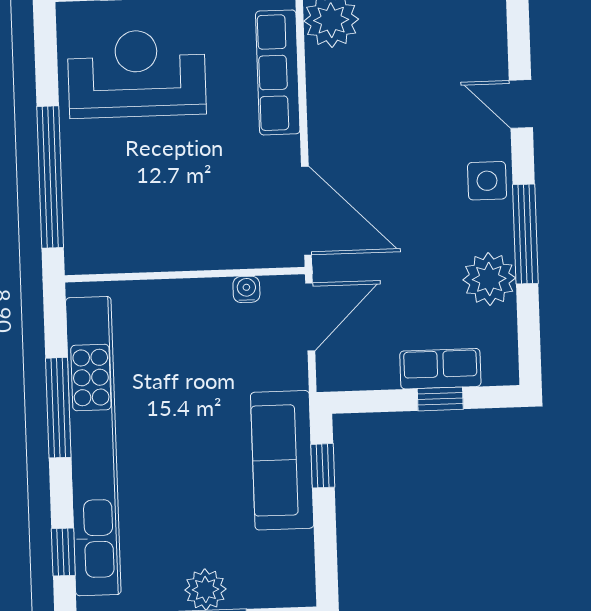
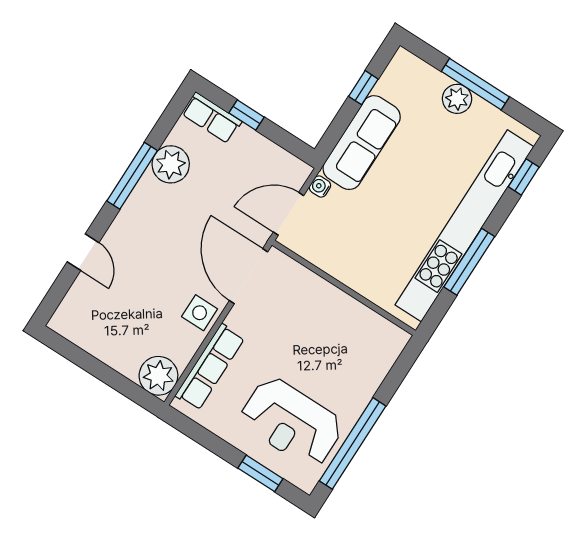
window: (50, 177) -> (353, 443), moved
side table: (487, 181) -> (200, 313), moved
water cooler: (246, 289) -> (320, 187), moved, turned 90
row of seats: (440, 369) -> (212, 118), moved
window: (323, 466) -> (363, 88), moved

